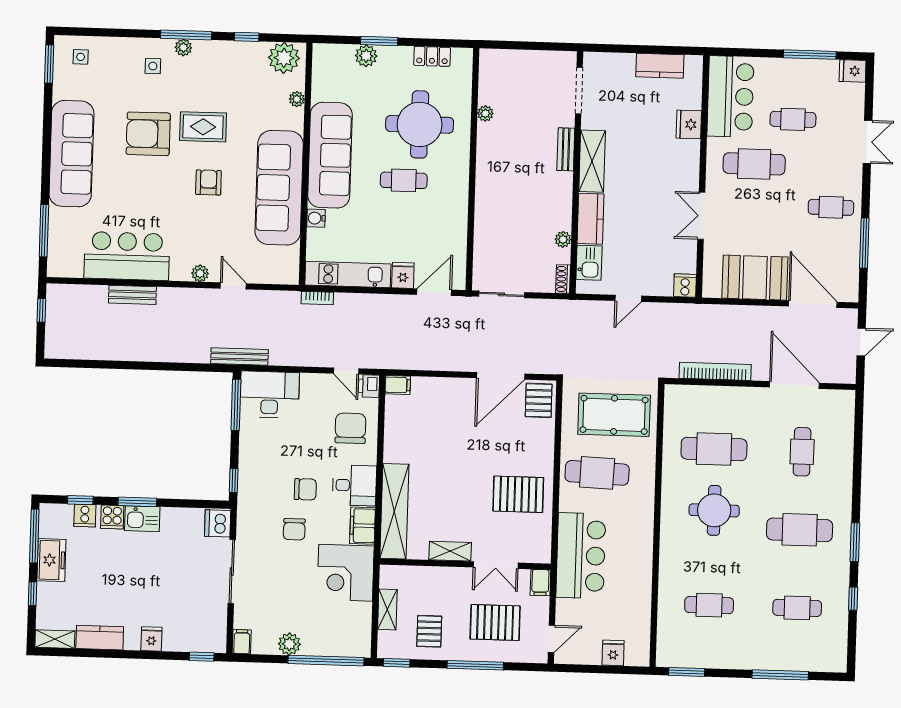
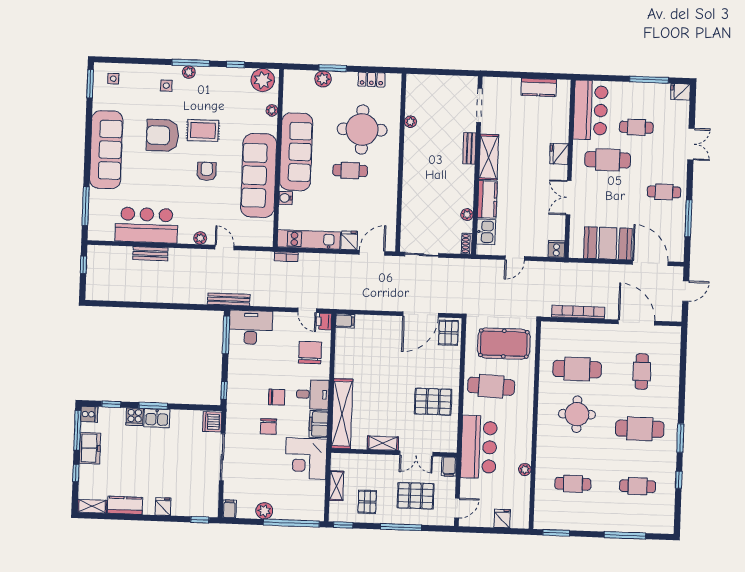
fridge: (689, 124) -> (559, 154), moved
cooker: (85, 516) -> (89, 414), moved, turned -90
plant: (644, 586) -> (525, 470), added

